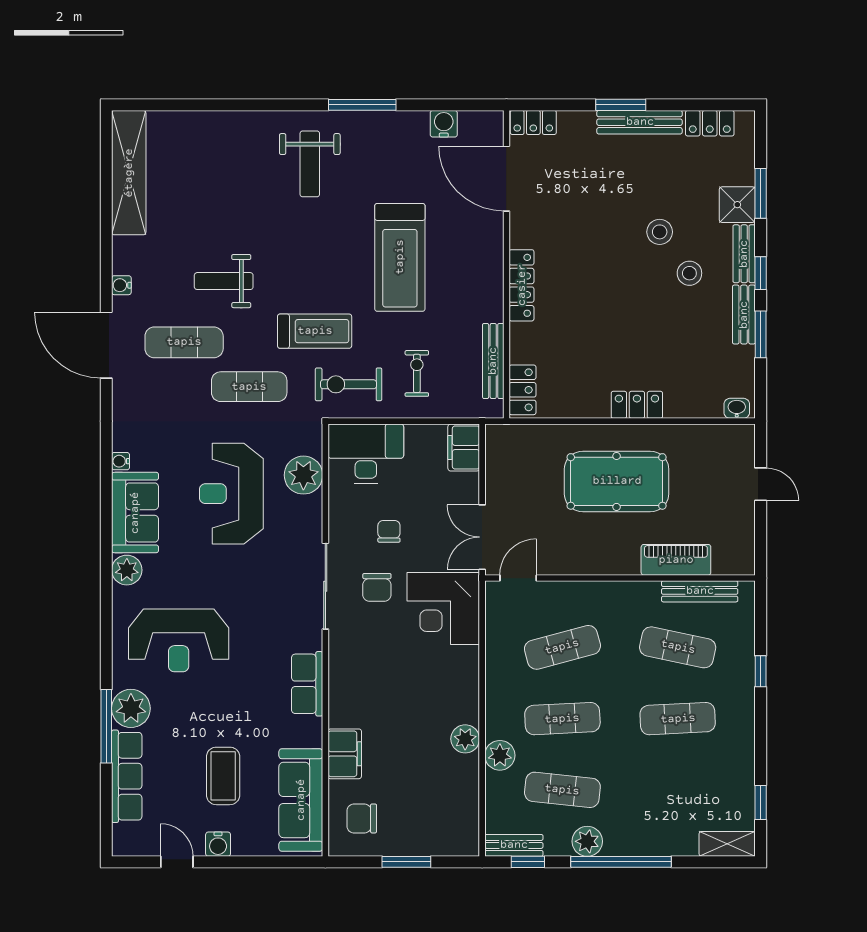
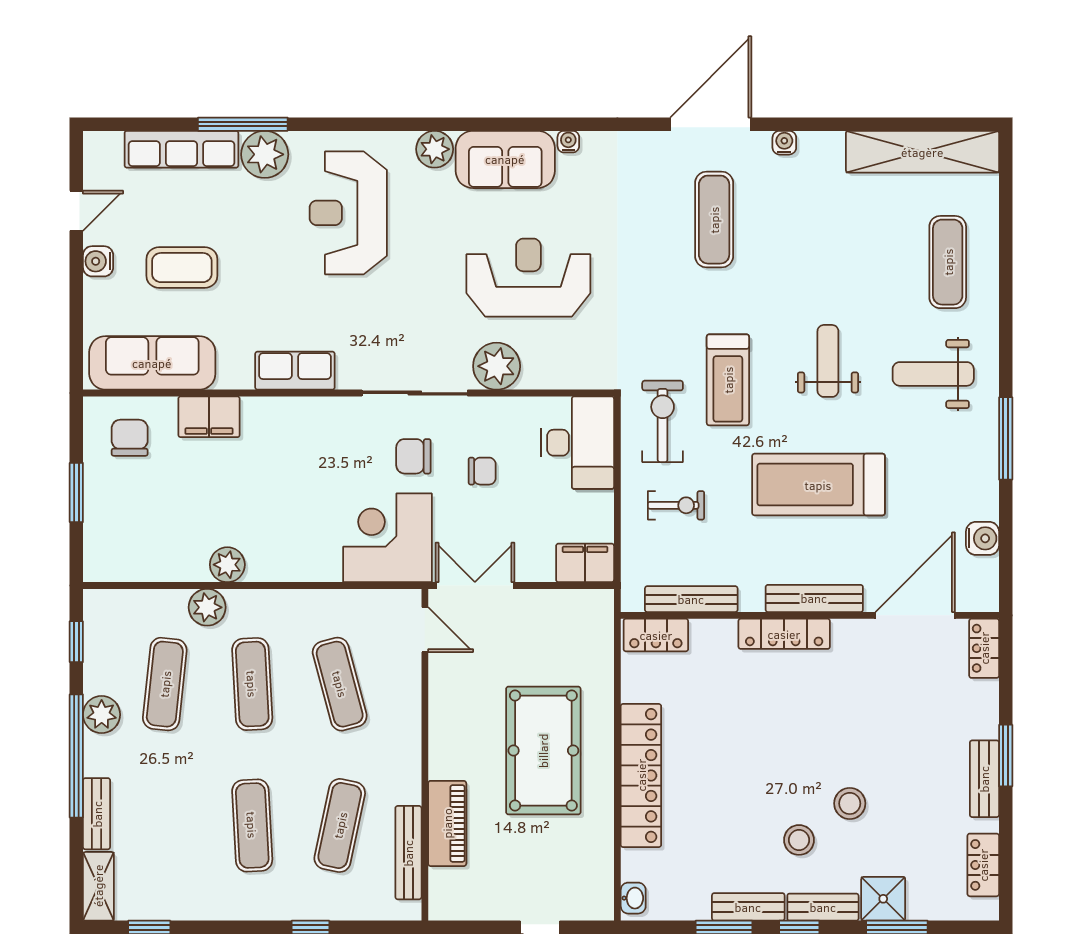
bench: (640, 122) -> (984, 779), width x0.73
bench: (493, 261) -> (814, 598), added
weight bench: (224, 281) -> (828, 361), moved
exercise mat: (249, 387) -> (948, 262), moved
locker: (637, 405) -> (641, 775), width x2.16, depth x1.21
plant: (303, 475) -> (497, 366), moved
bench: (514, 845) -> (97, 814), moved

